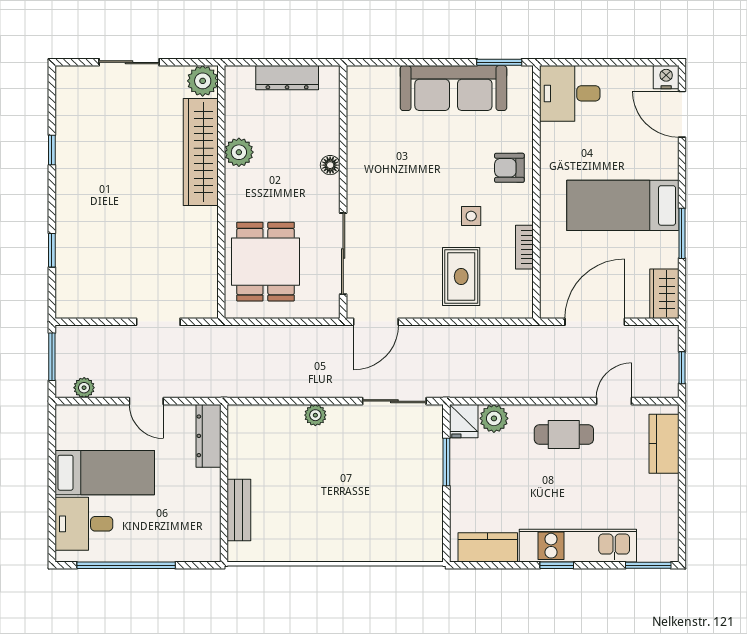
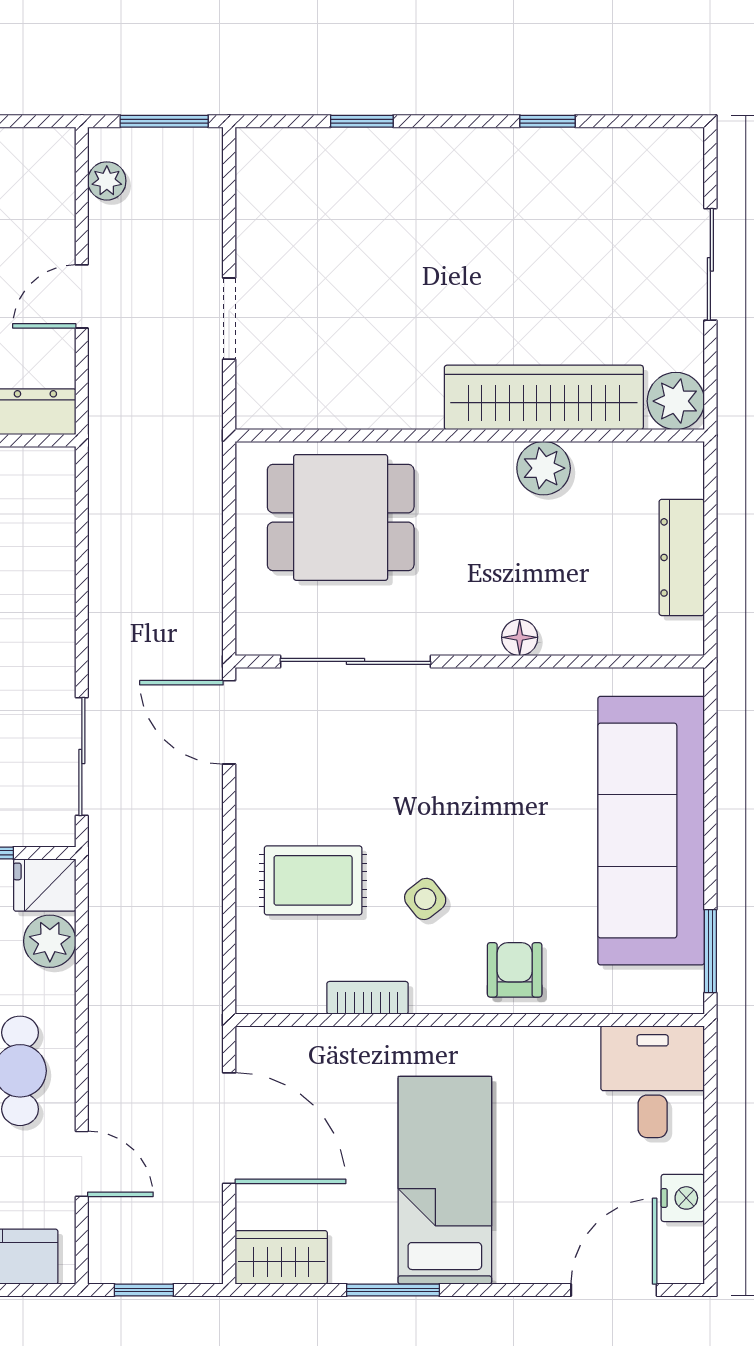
nightstand: (666, 77) -> (683, 1198), moved
sofa: (453, 88) -> (651, 831), width x1.36, depth x1.27
side table: (471, 216) -> (425, 899), turned -38
plant: (315, 415) -> (56, 610), removed

